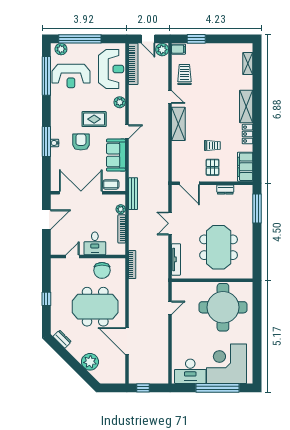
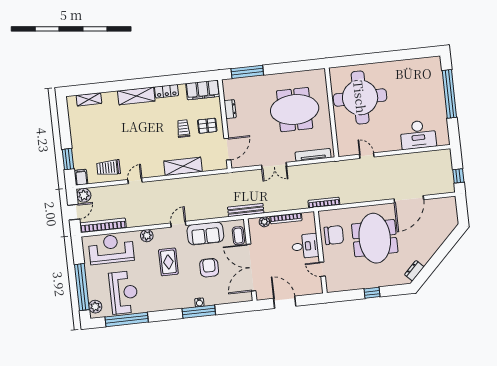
shelving: (178, 124) -> (183, 166), moved
door: (127, 132) -> (178, 224), hinge flipped
armchair: (81, 142) -> (209, 268), moved, turned 90
plant: (90, 362) -> (436, 237), removed
corner desk: (227, 364) -> (422, 87), removed
desk: (190, 371) -> (418, 135), moved, turned 90

